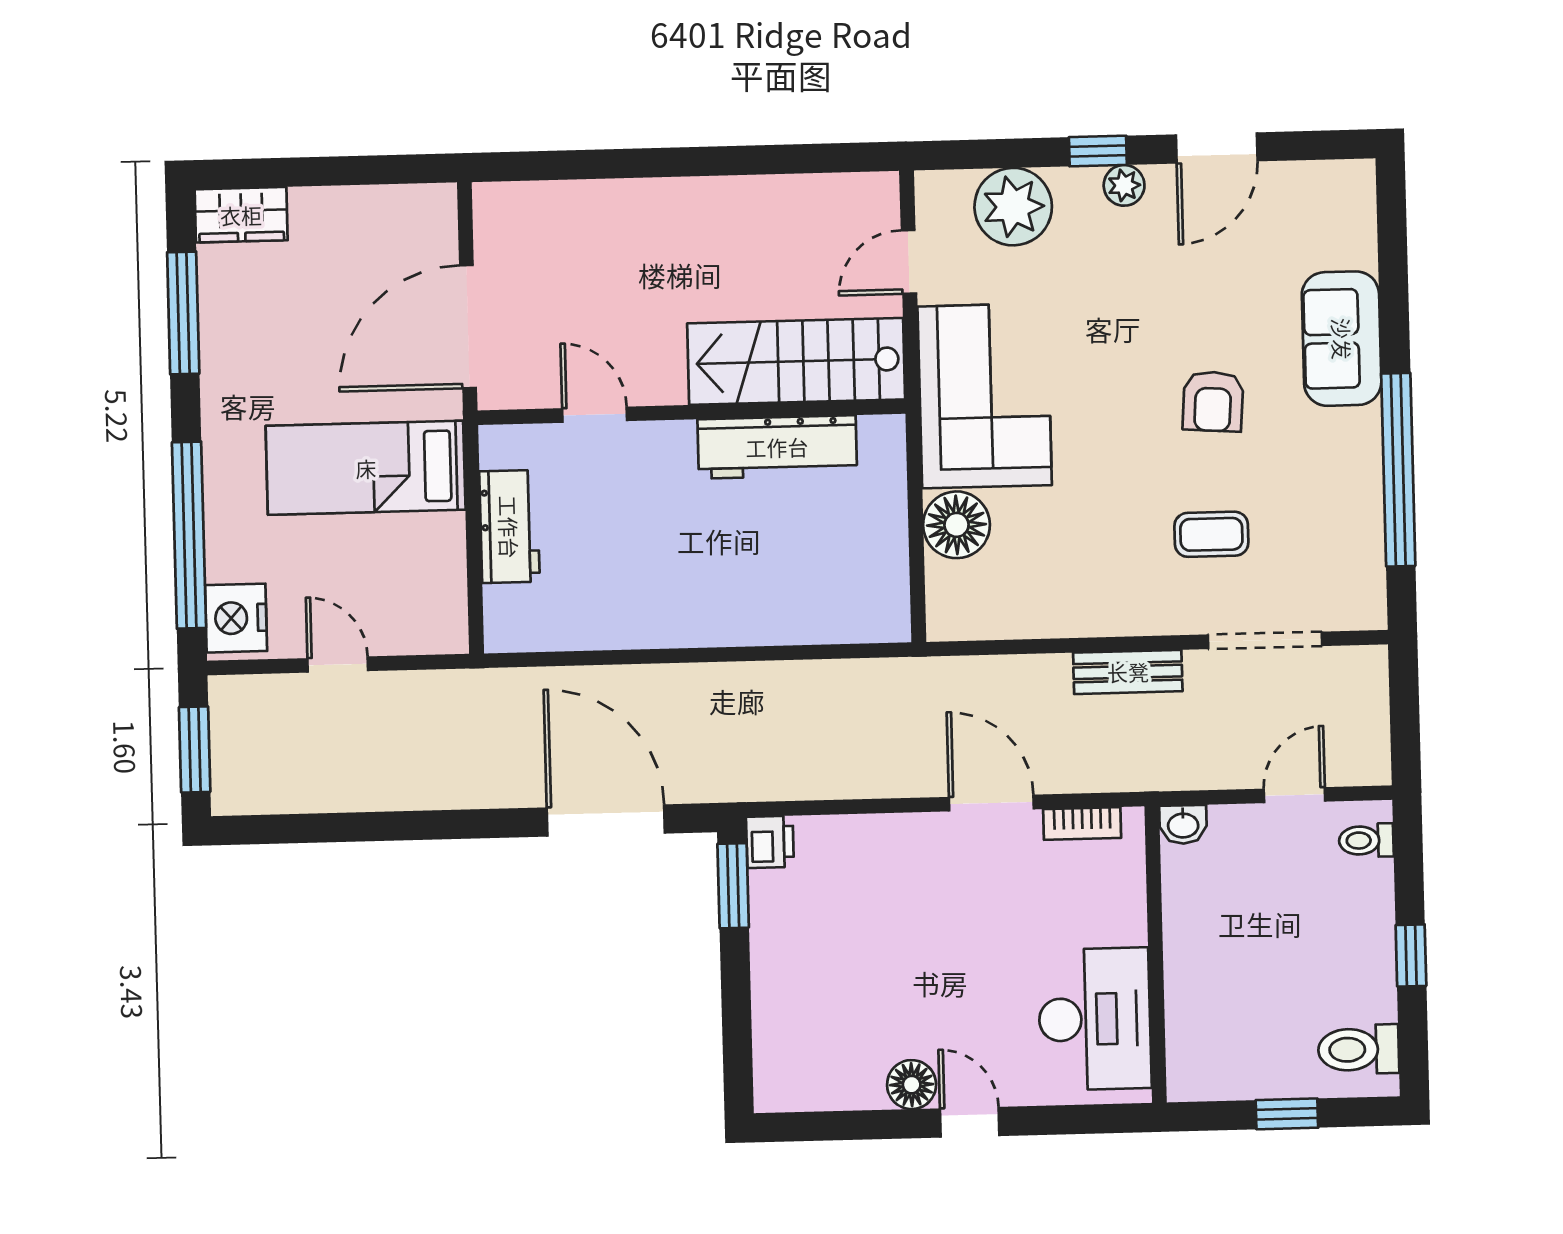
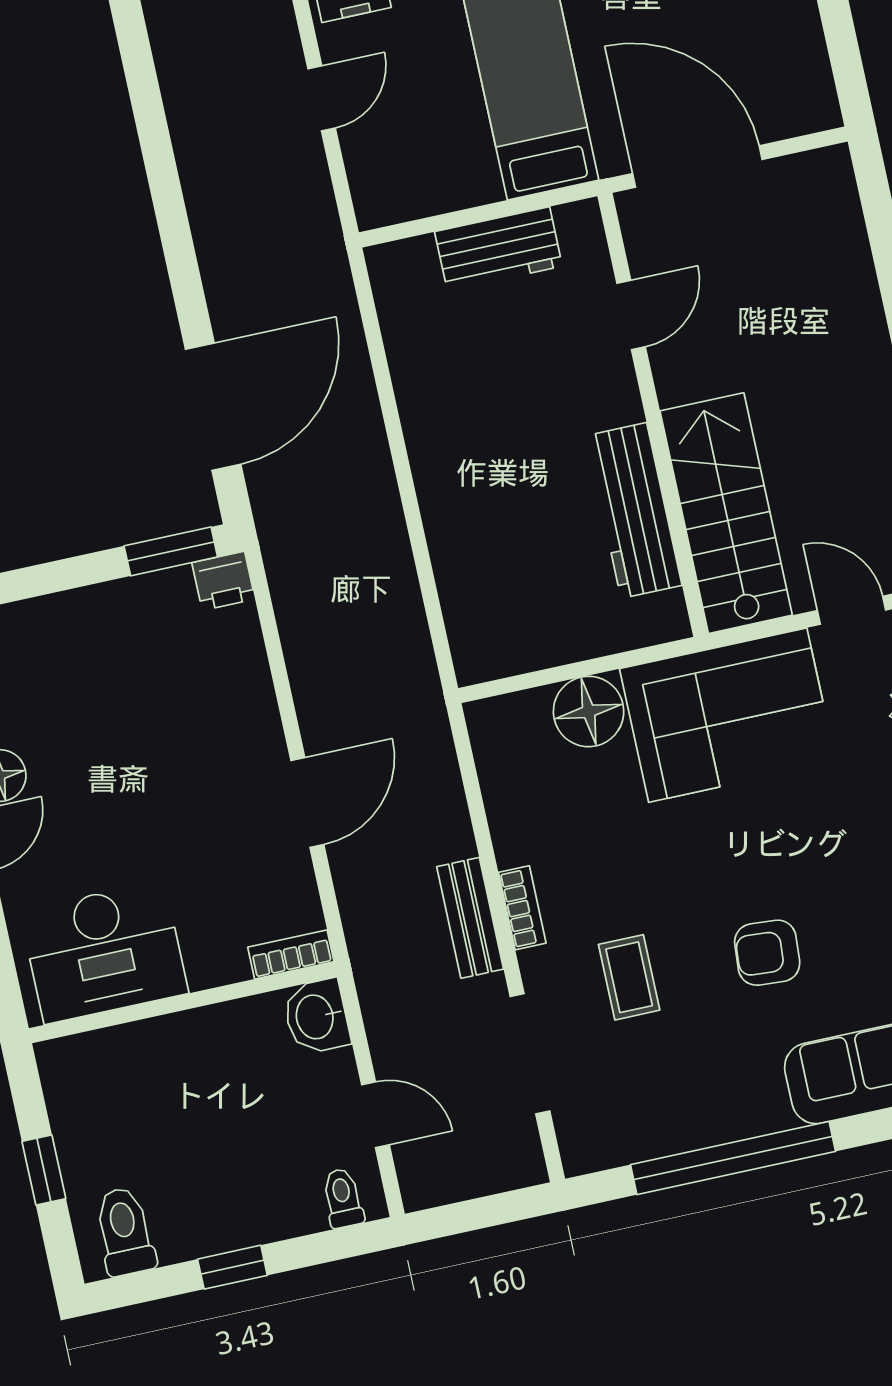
bookcase: (1128, 622) -> (522, 908), added
bookcase: (1082, 823) -> (291, 954), moved, turned 90
washbasin: (1183, 824) -> (316, 1017), width x1.38, depth x1.45

